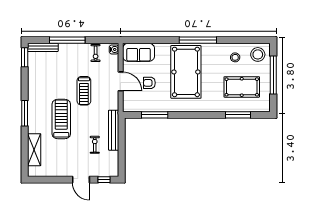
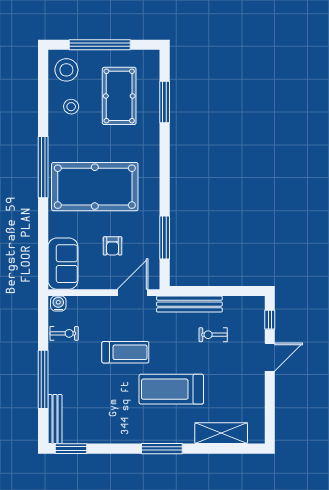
door: (121, 81) -> (132, 293), moved

